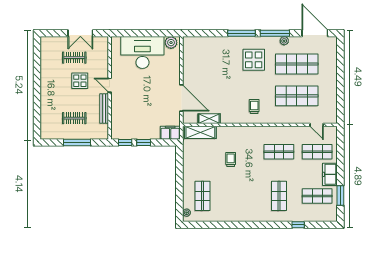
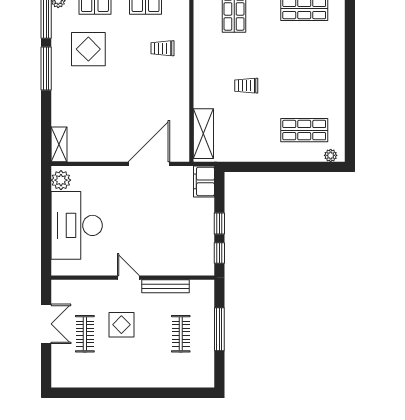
door: (110, 85) -> (128, 278), swing flipped
shelving: (209, 119) -> (59, 144), moved

